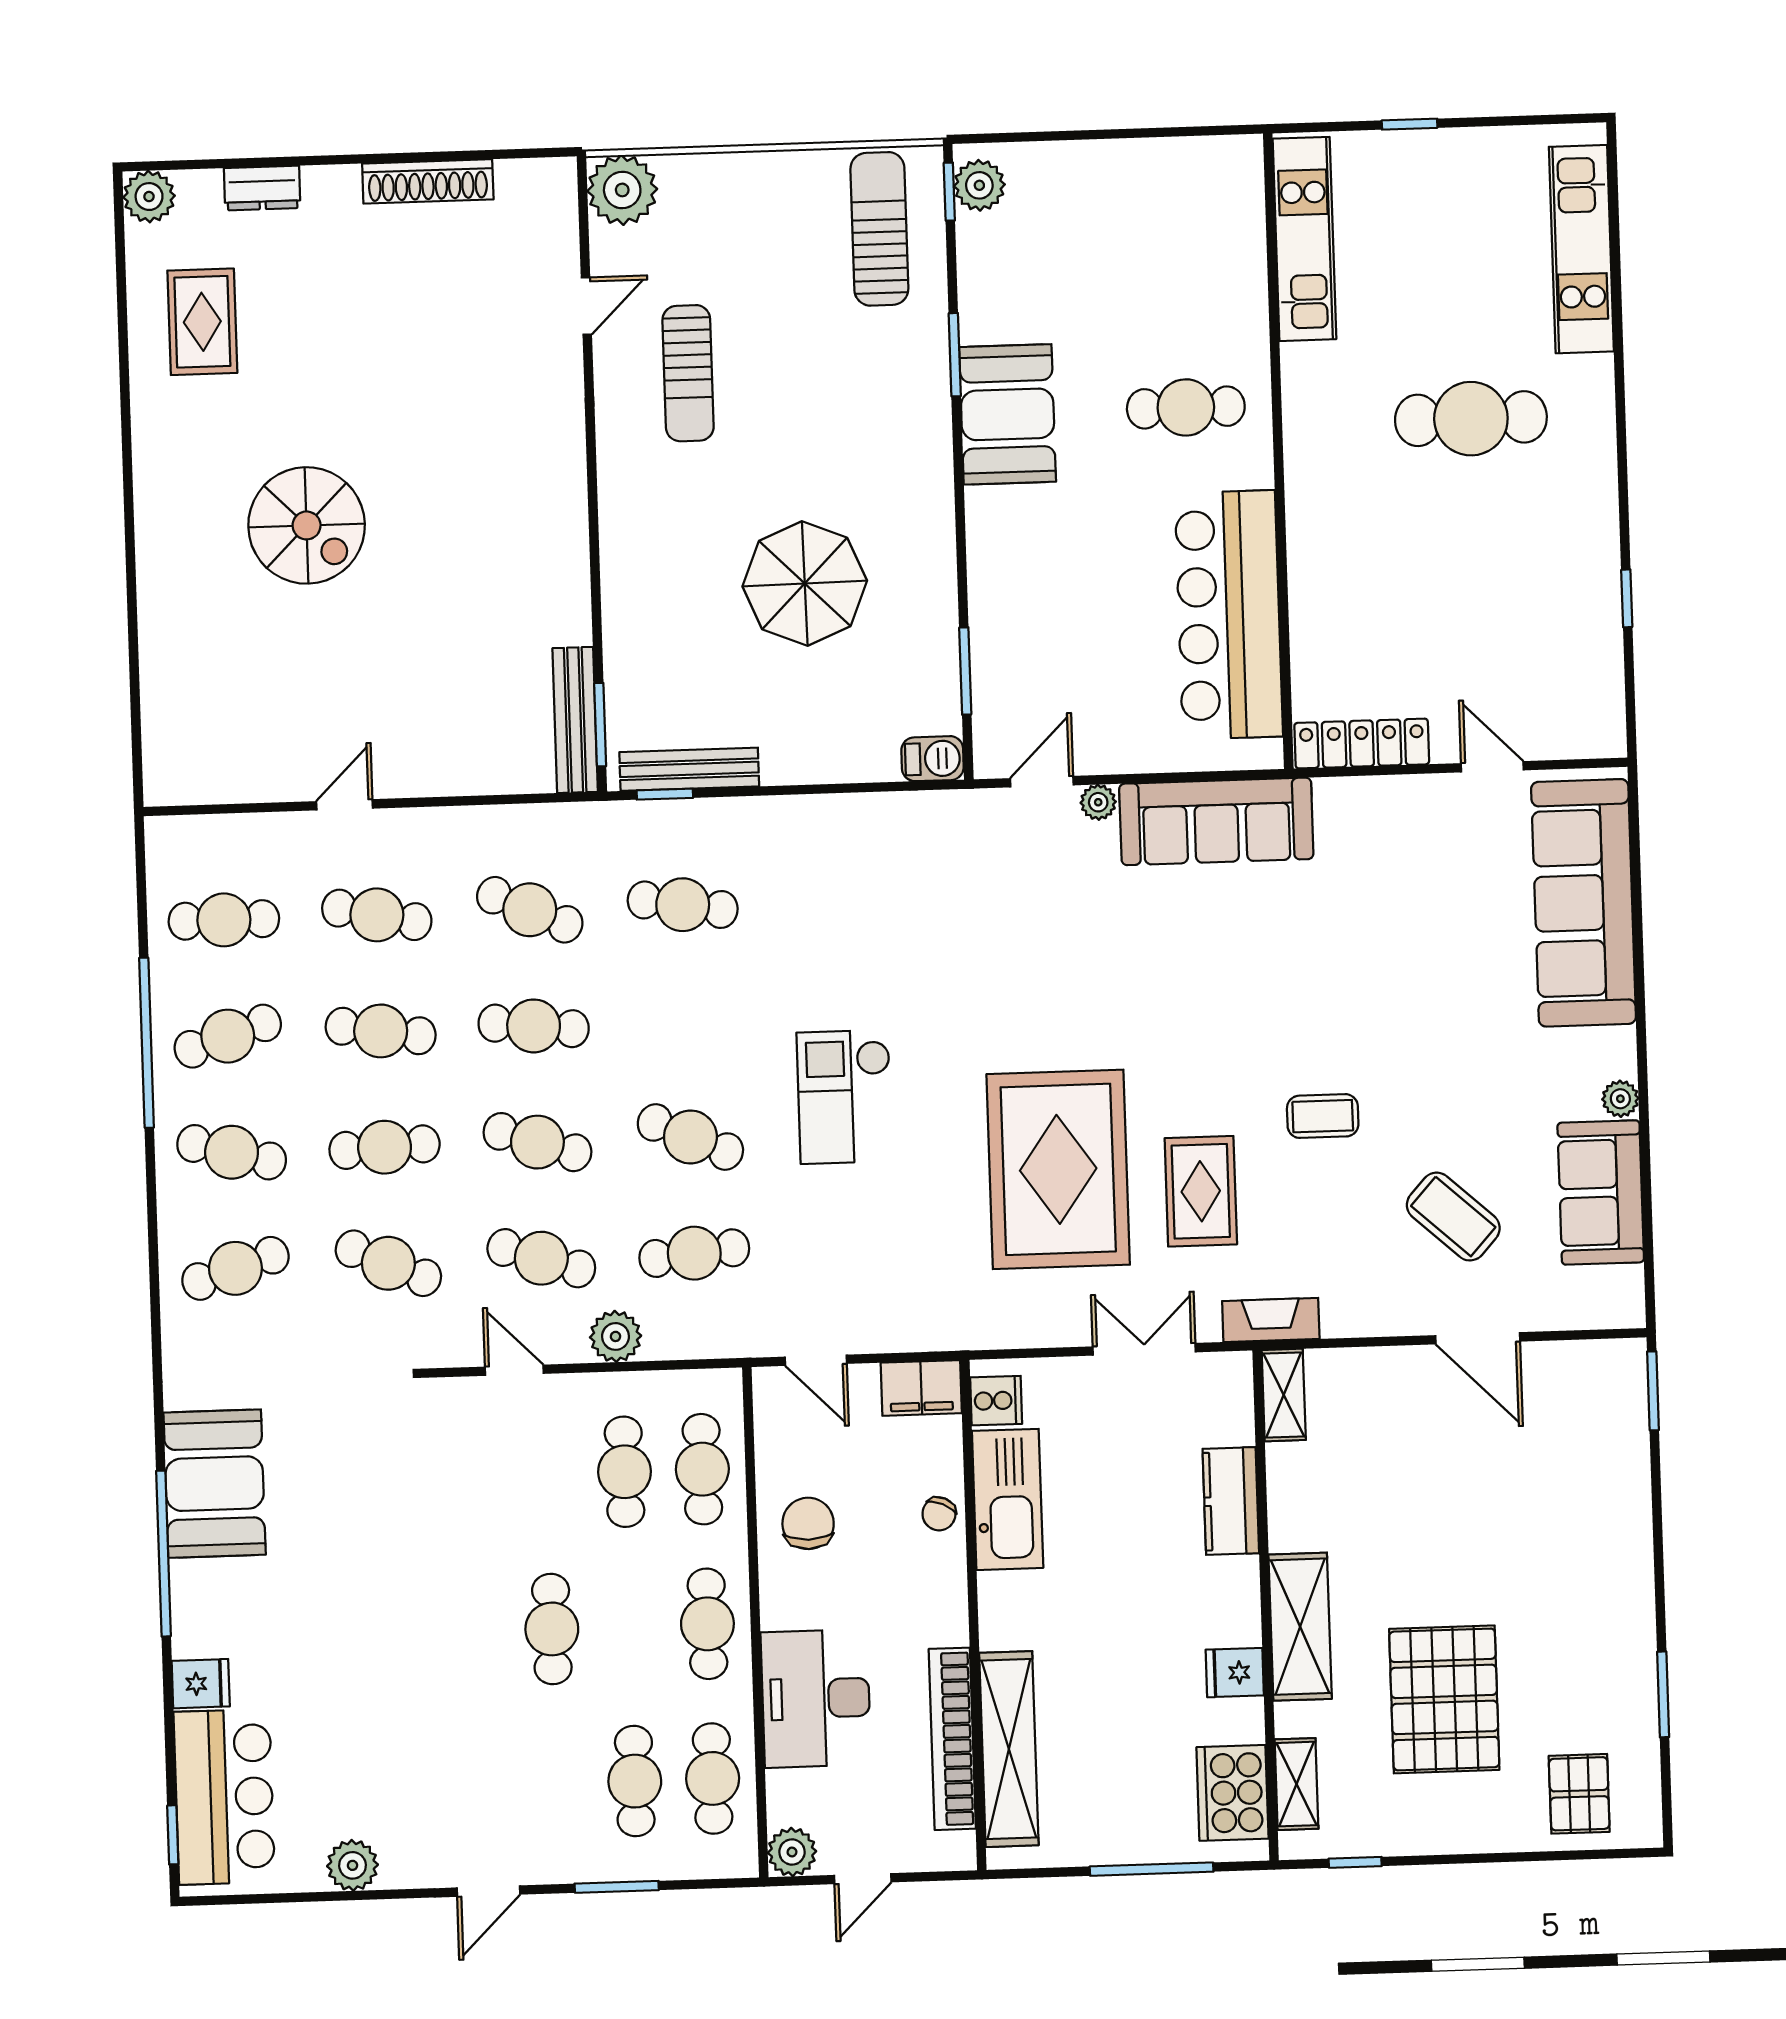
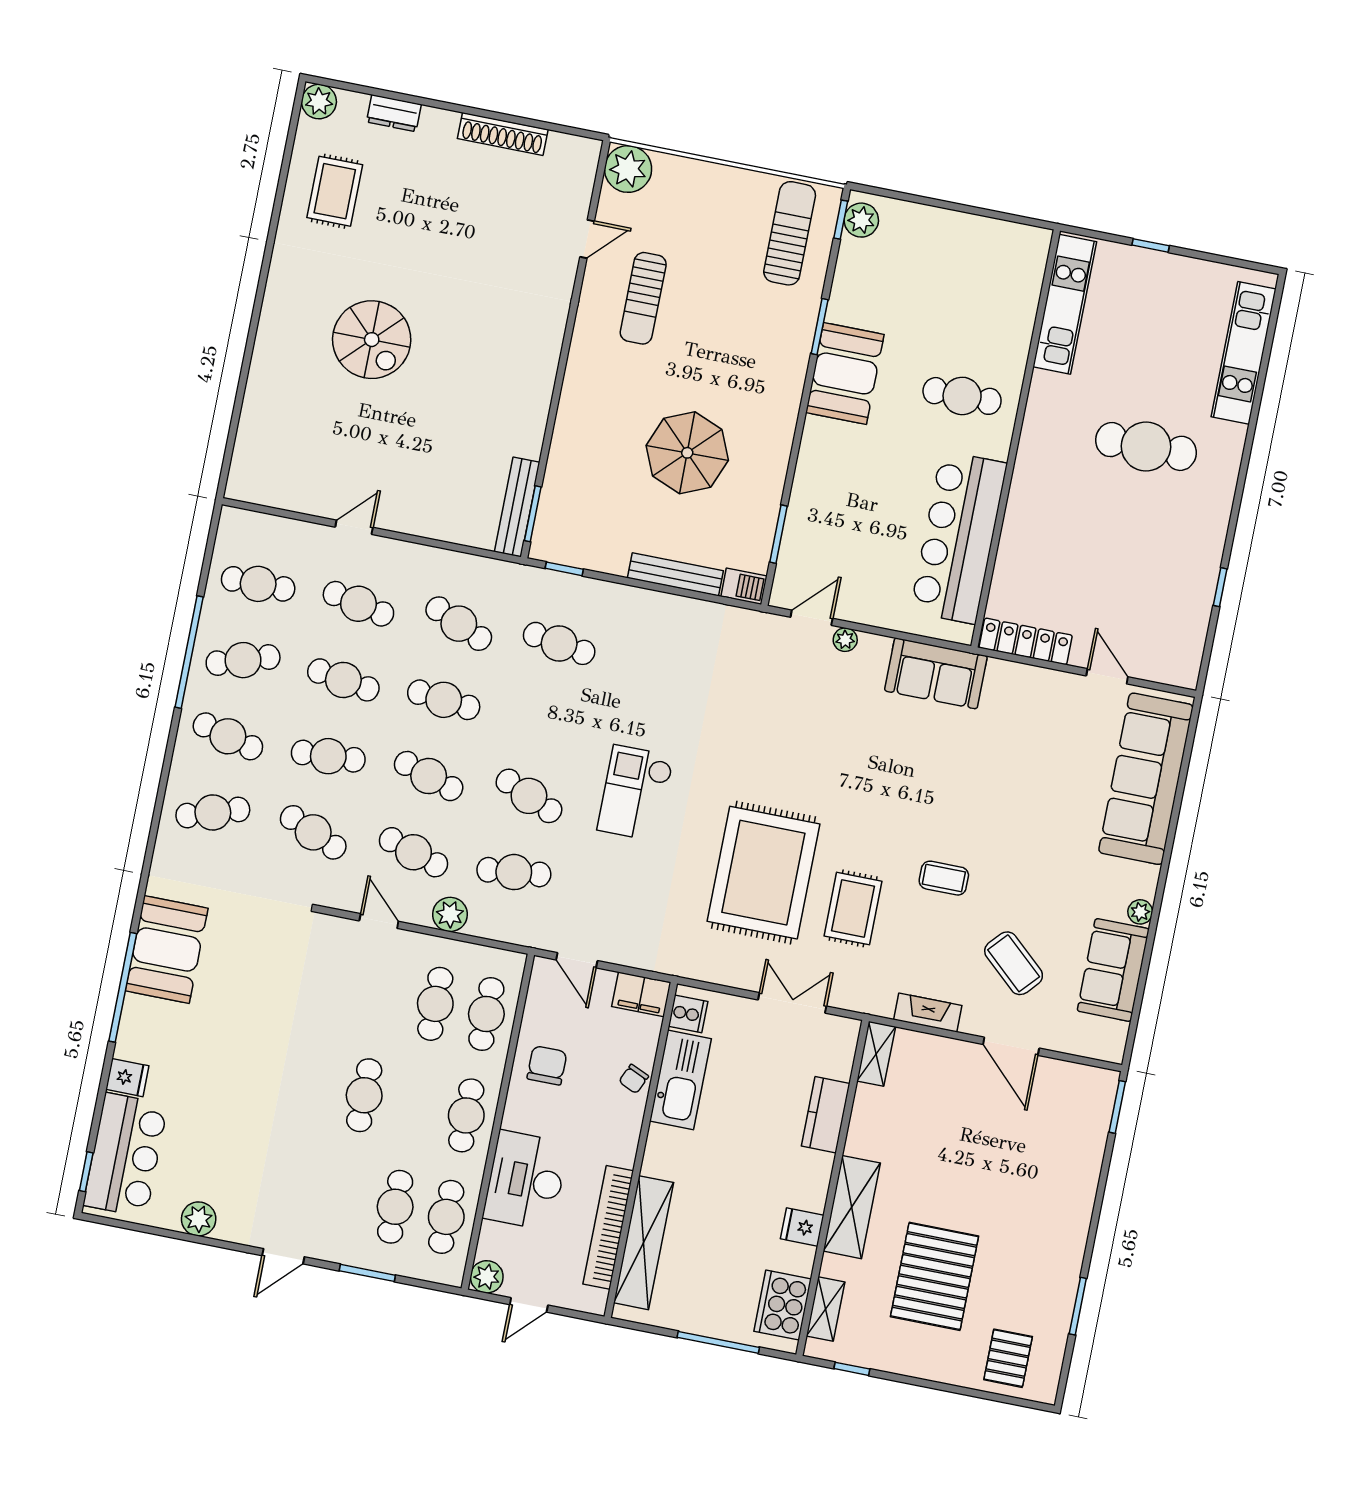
bench: (689, 769) -> (675, 574), moved
sofa: (1216, 821) -> (936, 673), width x0.73
fireplace: (1271, 1320) -> (928, 1013), moved

